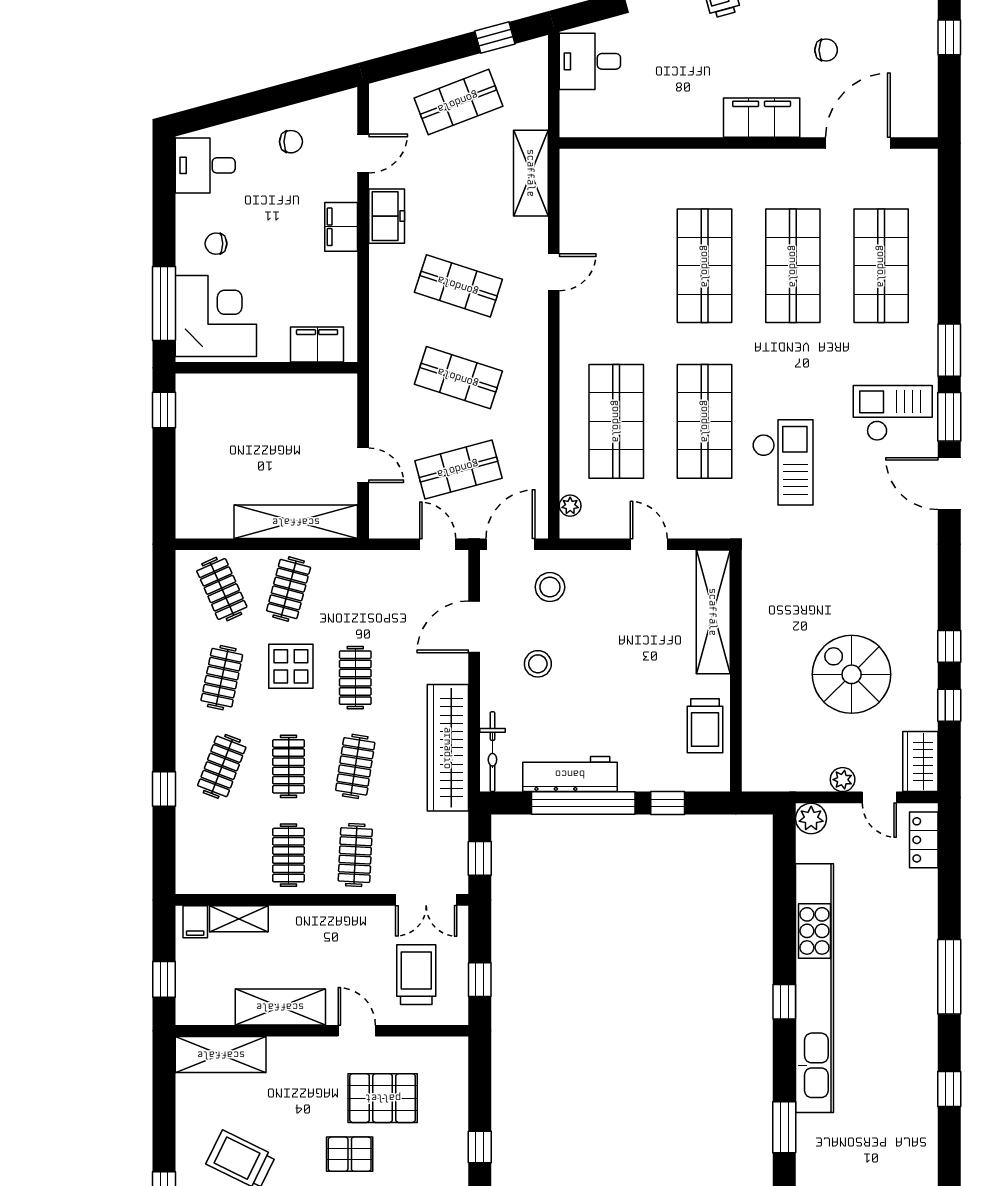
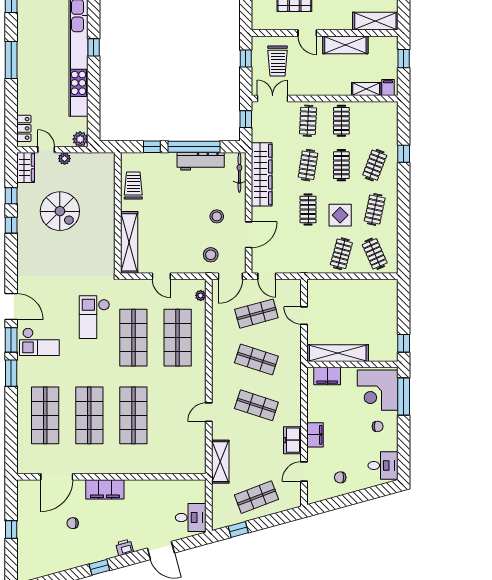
shelving: (296, 522) -> (338, 353), moved

